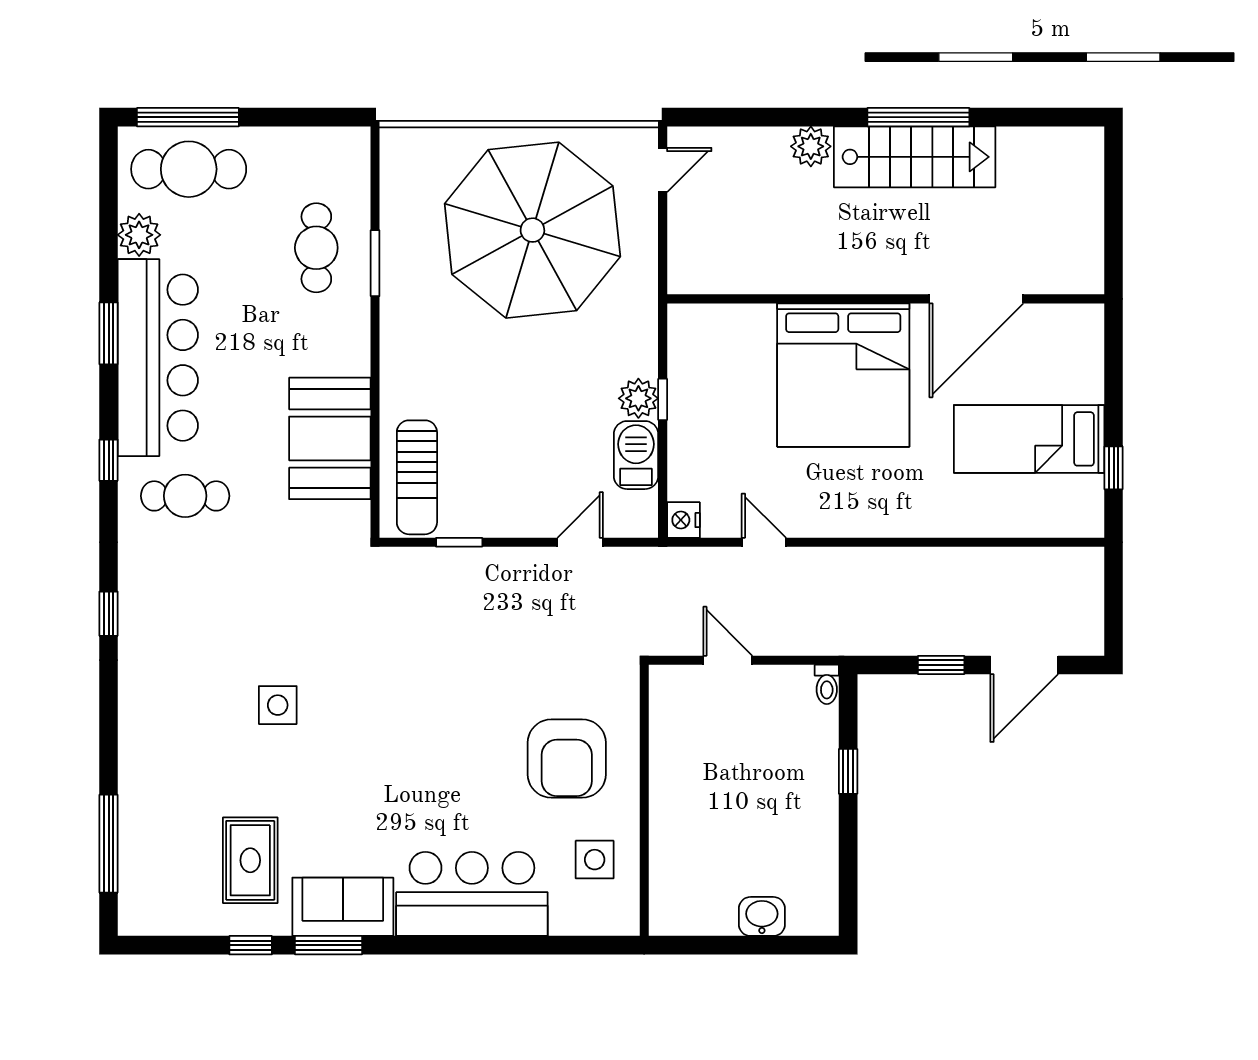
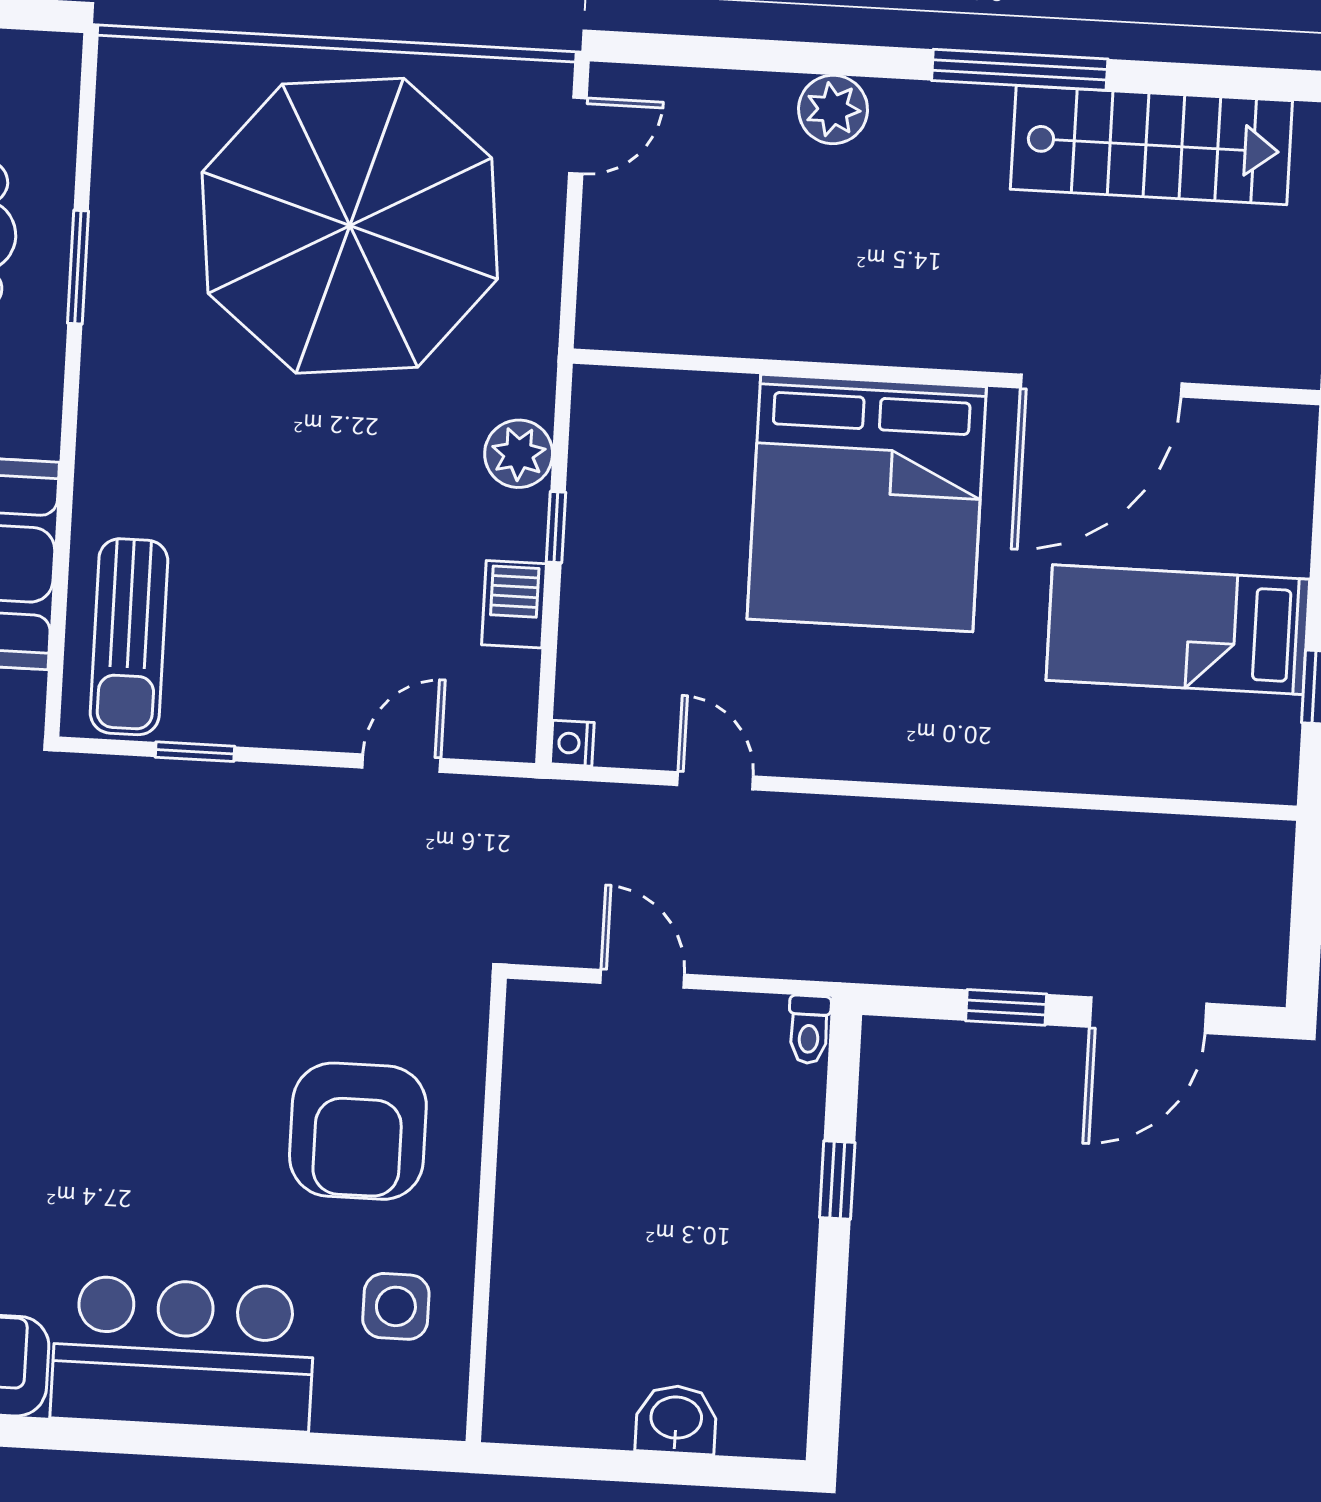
stairs: (915, 157) -> (1151, 145), moved
plant: (638, 398) -> (519, 454), moved
barbecue: (636, 455) -> (514, 604), width x0.73, depth x0.79
nightstand: (683, 520) -> (572, 743), width x0.72, depth x0.74

